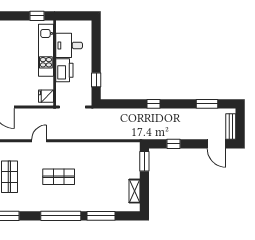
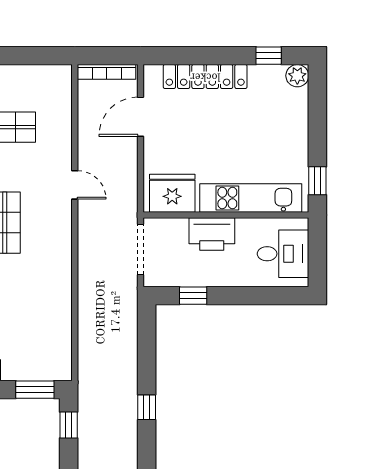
desk: (69, 45) -> (283, 254), moved, turned 90
fridge: (46, 96) -> (172, 193), width x1.88, depth x1.34
window: (174, 144) -> (69, 425), moved

